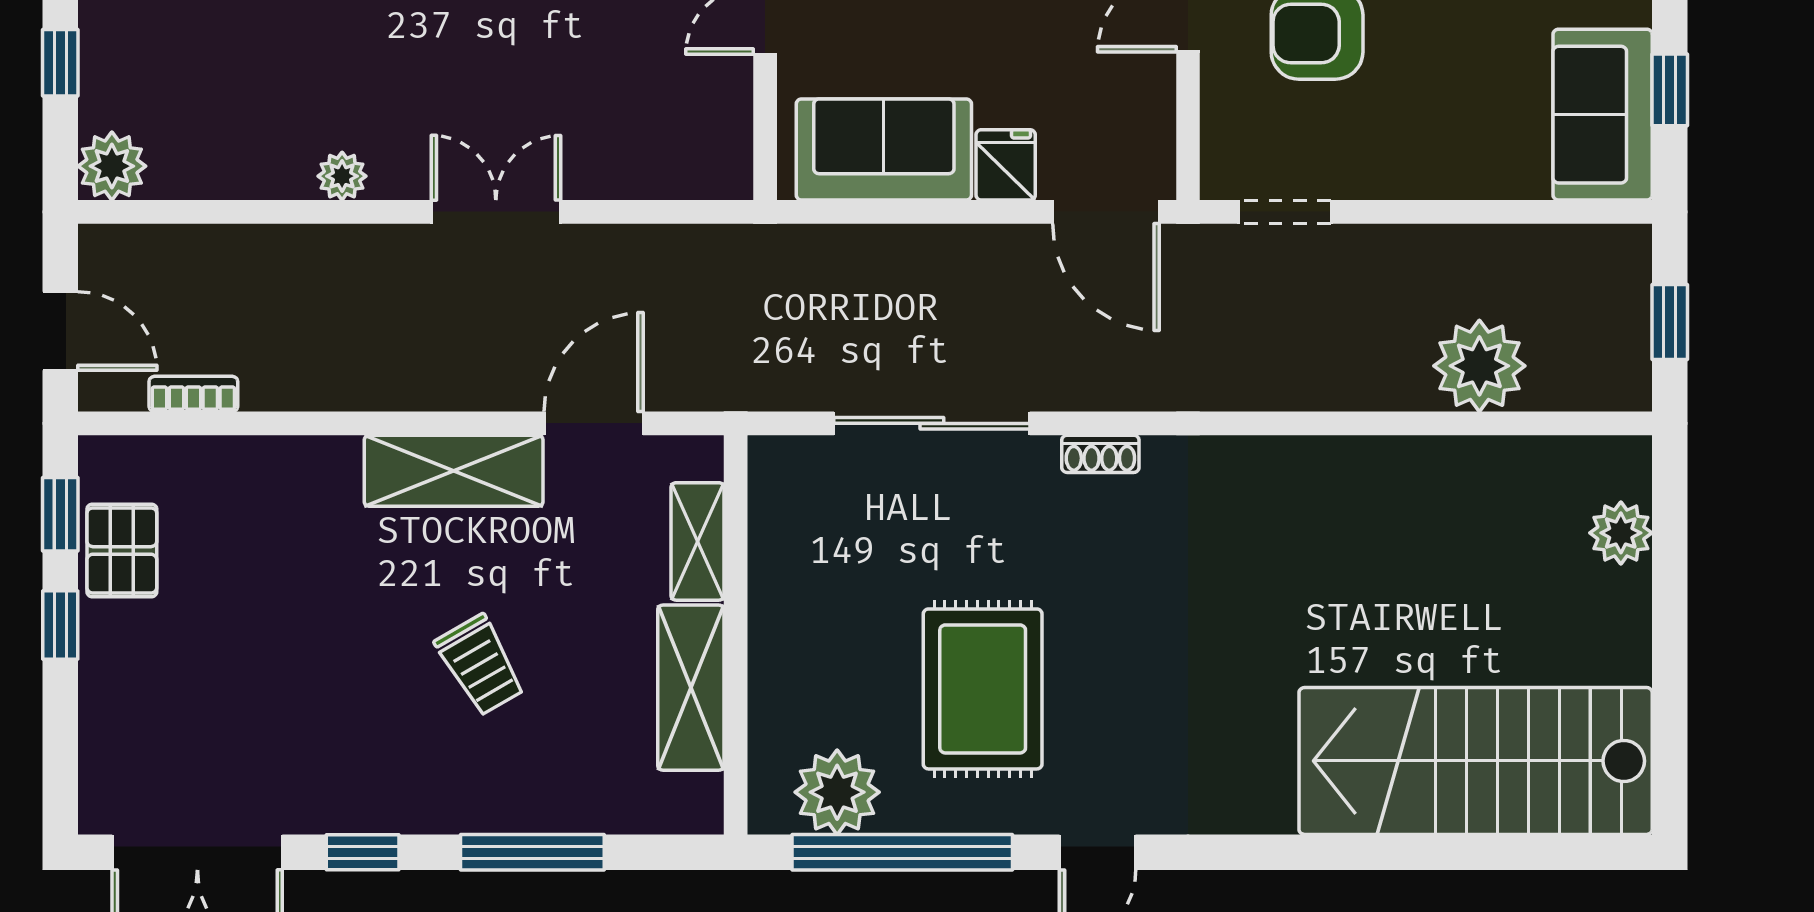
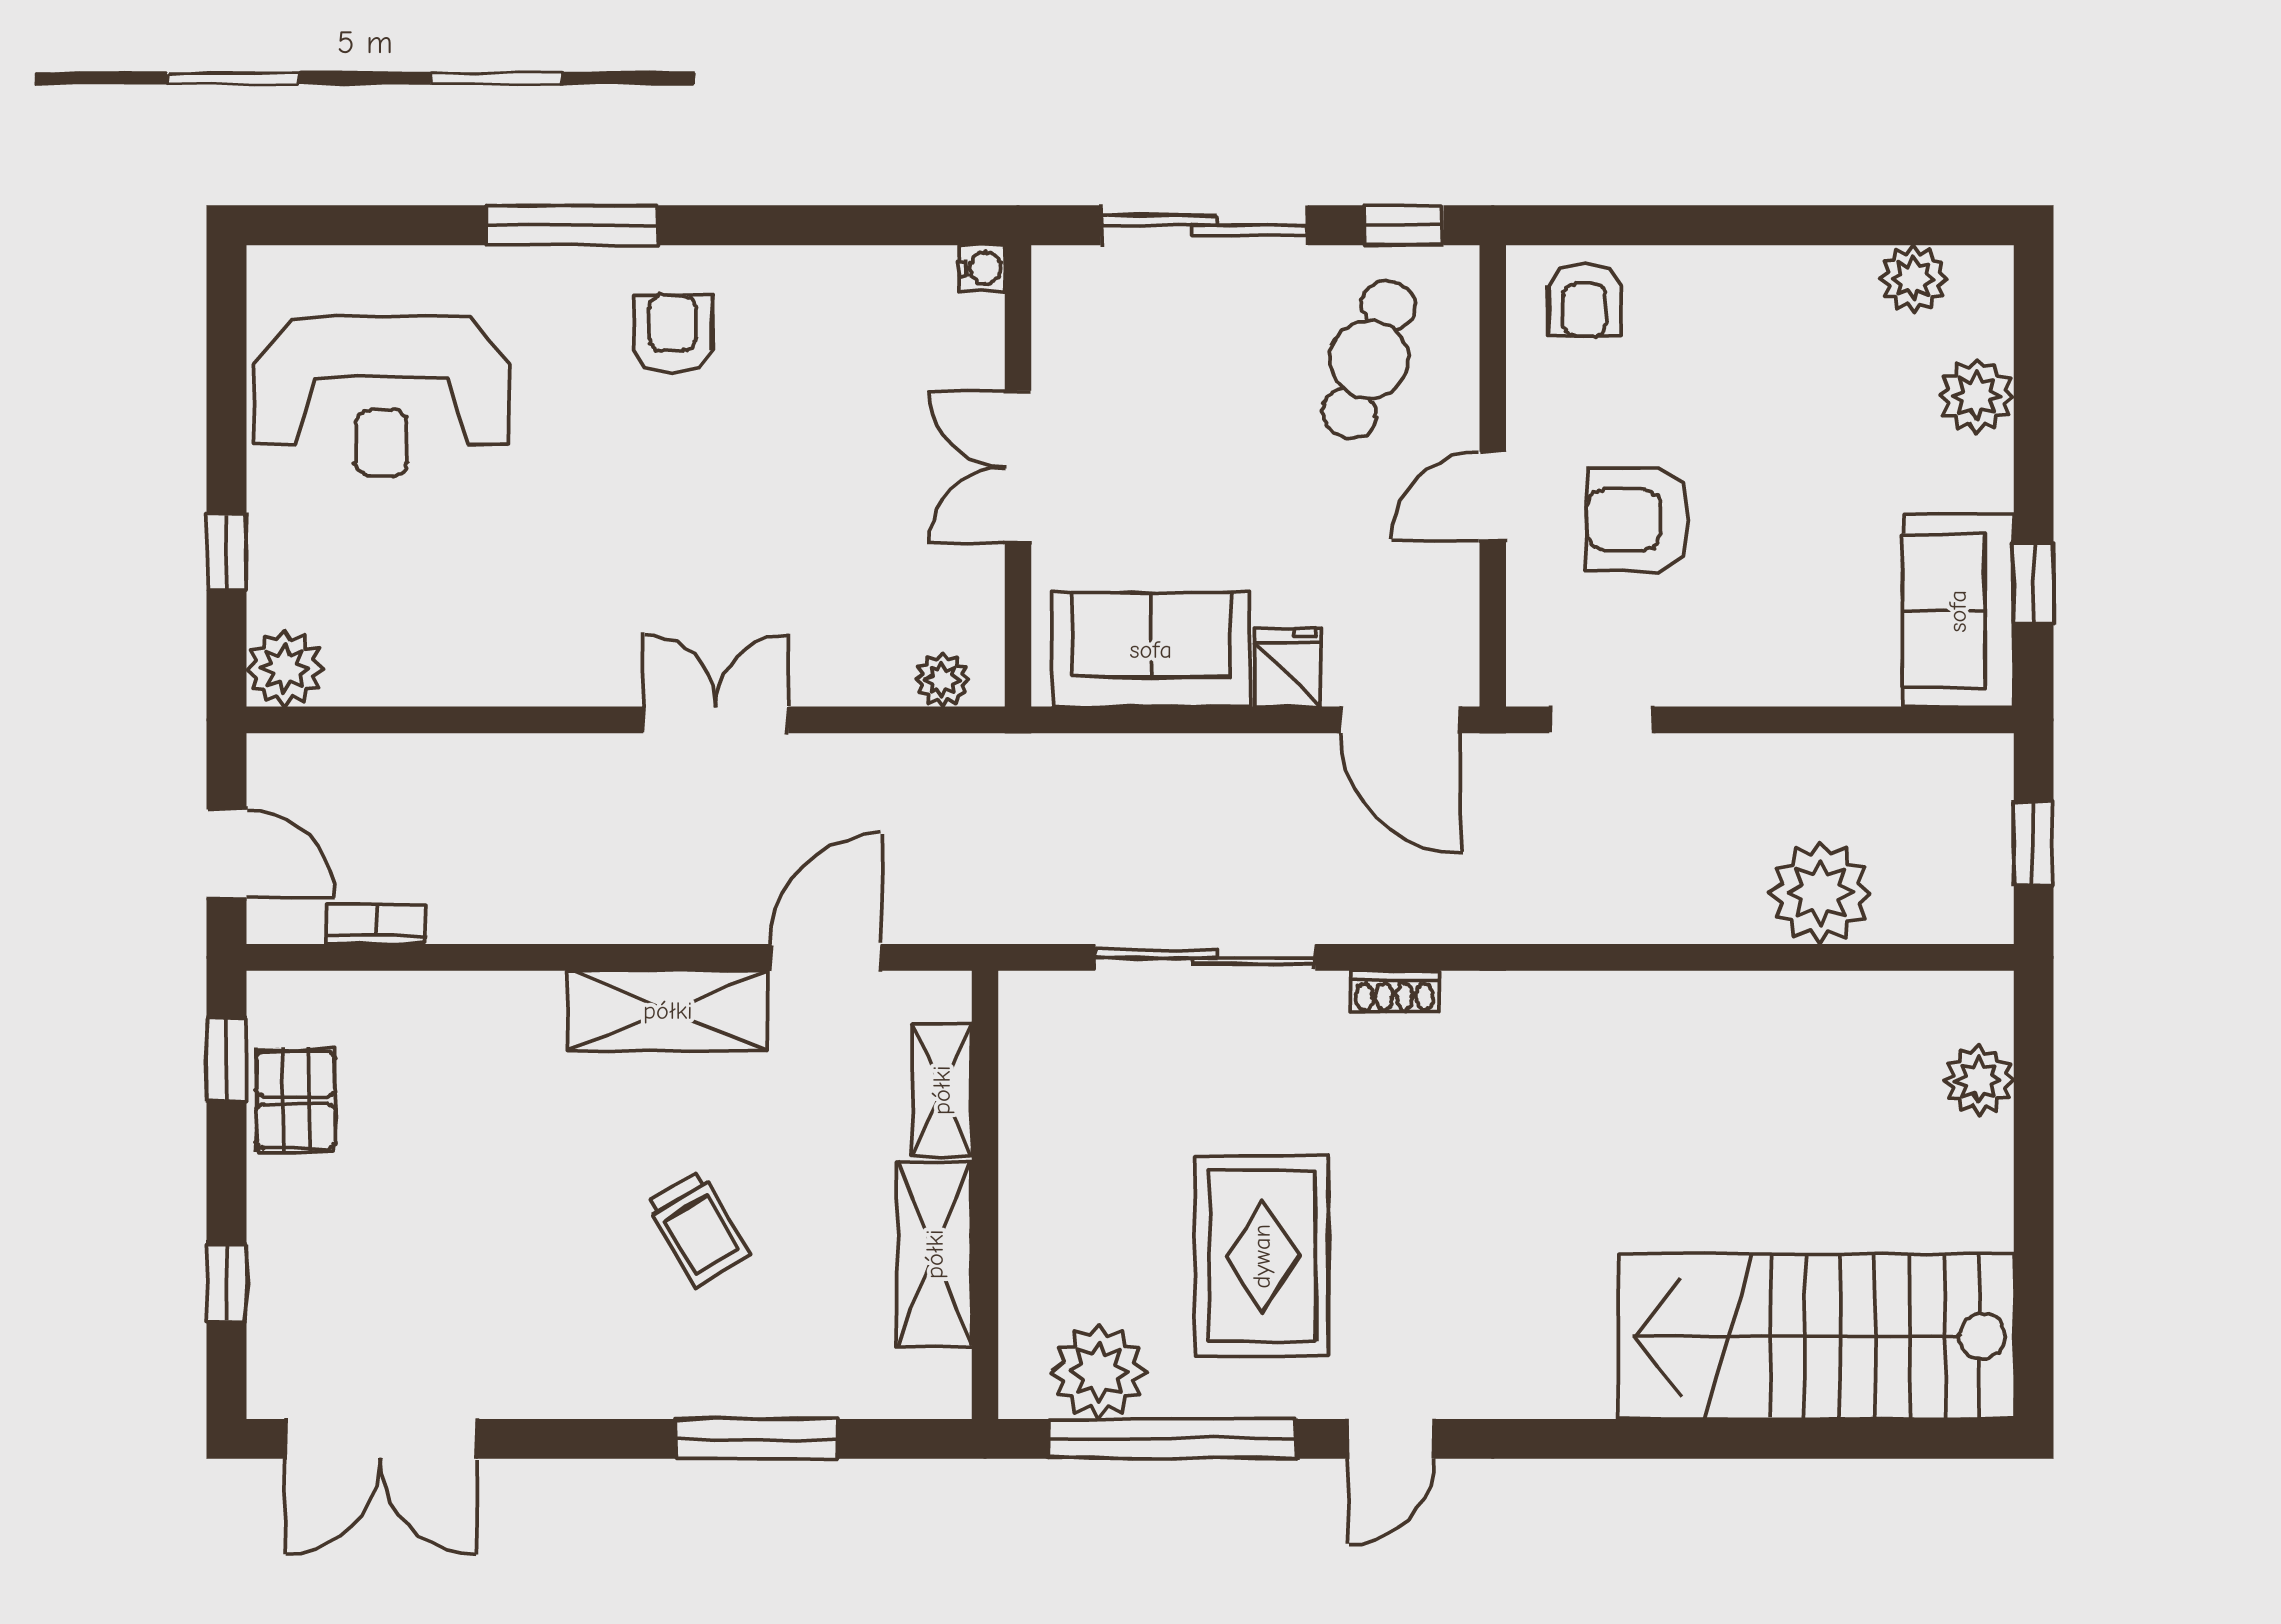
plant: (342, 176) -> (942, 680), moved
window: (60, 625) -> (227, 1282), moved
window: (363, 852) -> (566, 1439), removed

